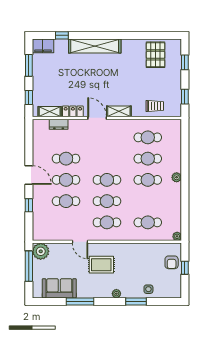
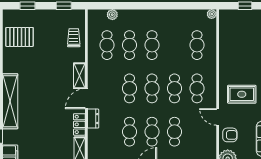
dresser: (59, 124) -> (93, 119), moved
cafe table: (107, 159) -> (129, 88), added
plant: (177, 177) -> (112, 15), moved
door: (80, 242) -> (218, 117), swing flipped
armchair: (172, 262) -> (230, 135), moved
rug: (101, 265) -> (242, 94), turned 90

